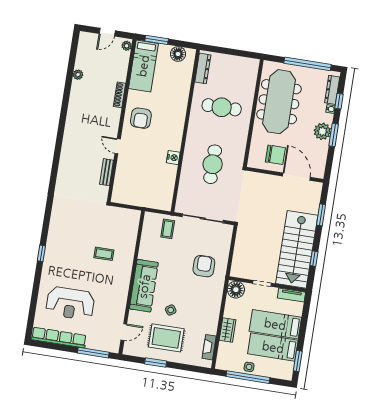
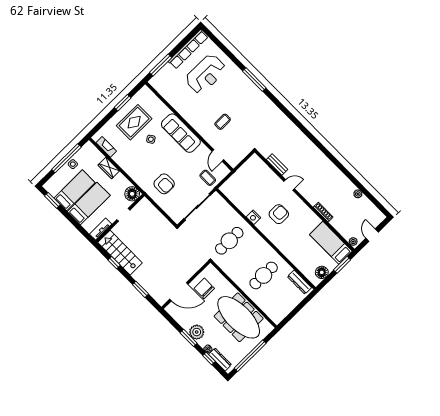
armchair: (141, 118) -> (279, 214), moved, turned 90
chair: (275, 155) -> (204, 288), turned 90
cafe table: (213, 164) -> (229, 241), turned 90
stairs: (297, 249) -> (120, 253), width x0.73, depth x0.66
window: (41, 253) -> (254, 79), width x2.17
reception desk: (70, 303) -> (206, 74), turned 180
door: (124, 332) -> (218, 155), moved

